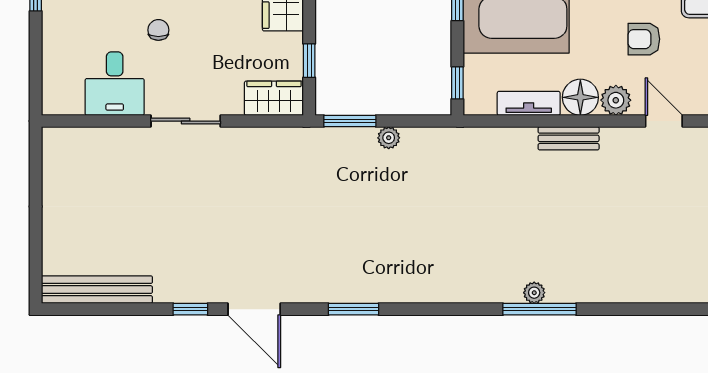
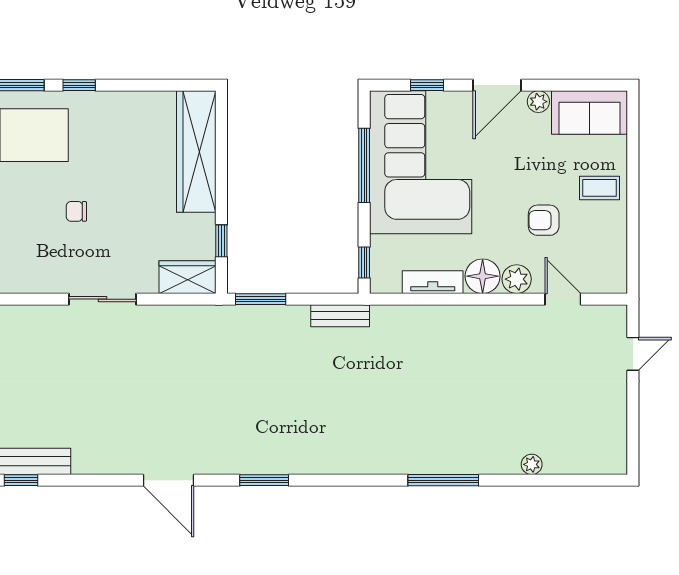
chair: (158, 30) -> (76, 211), turned -90
desk: (115, 84) -> (34, 263), removed
plant: (389, 138) -> (298, 315), removed
bench: (569, 138) -> (340, 316), moved
plant: (534, 293) -> (532, 464), moved
window: (190, 309) -> (21, 480), moved

